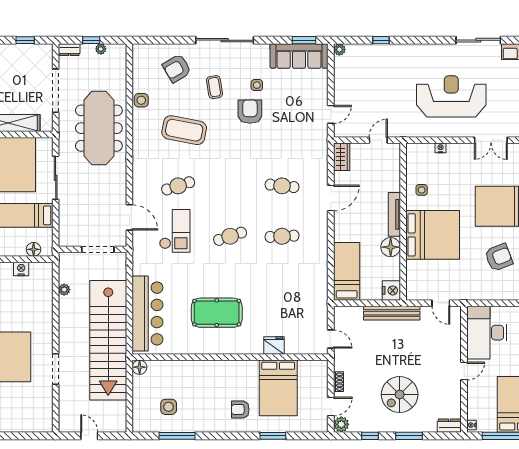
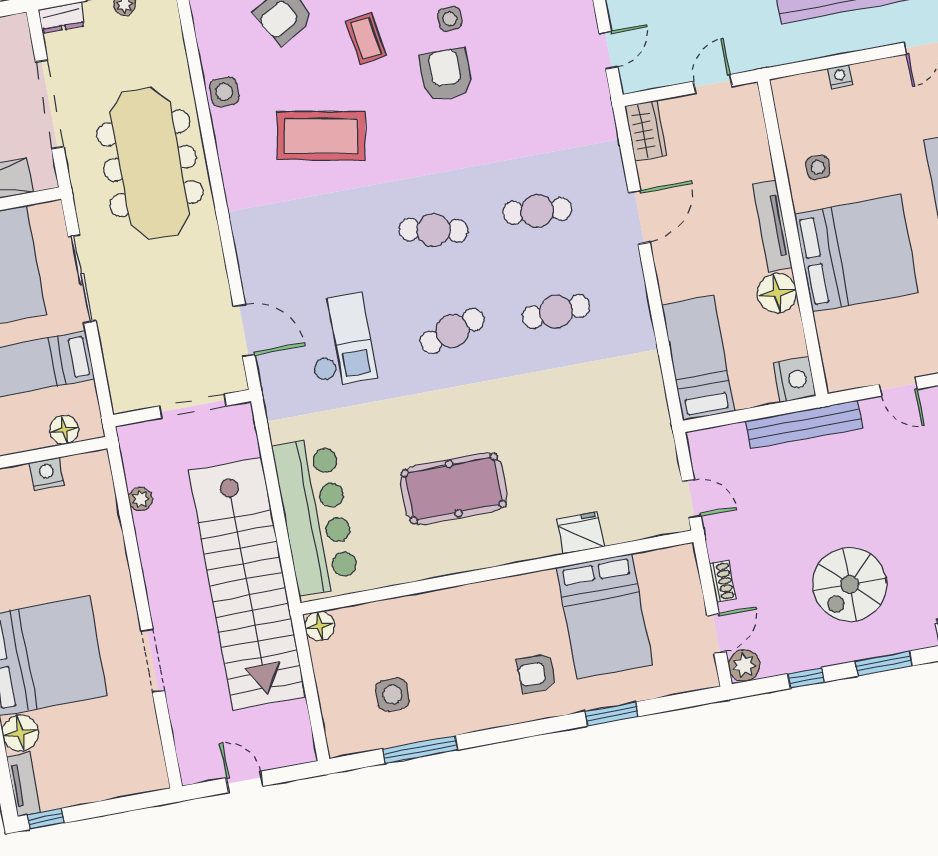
cafe table: (178, 186) -> (434, 230), moved, turned 30

